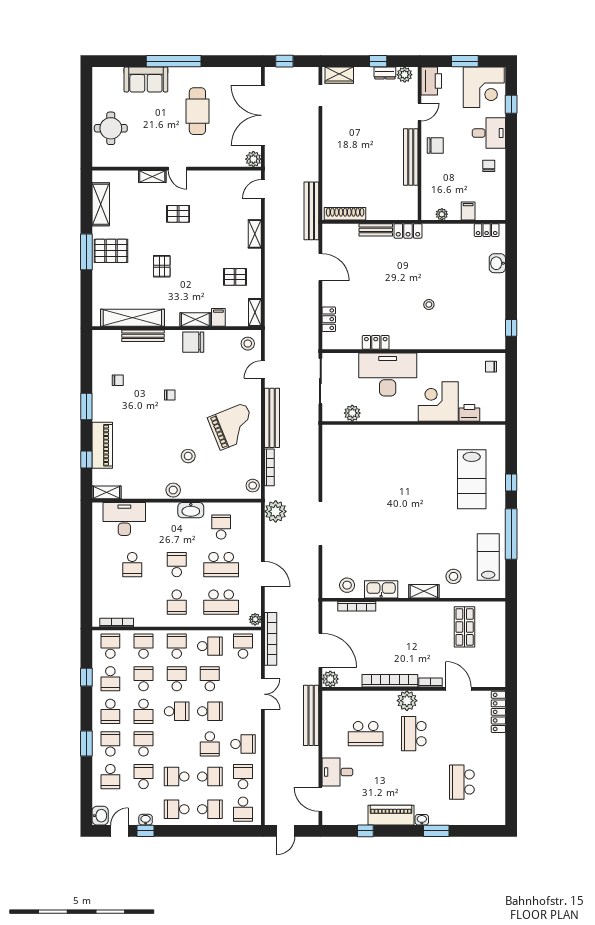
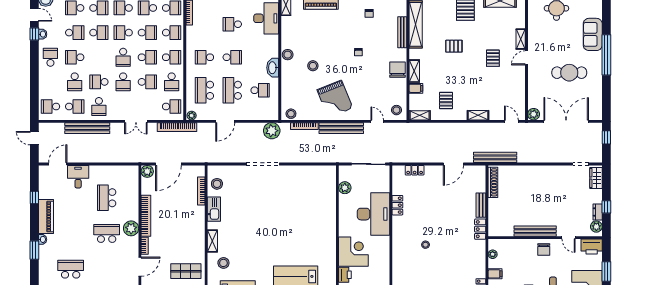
bench: (311, 715) -> (87, 128), moved
school desk: (177, 777) -> (75, 57), turned -90
school desk: (210, 809) -> (50, 82), removed

